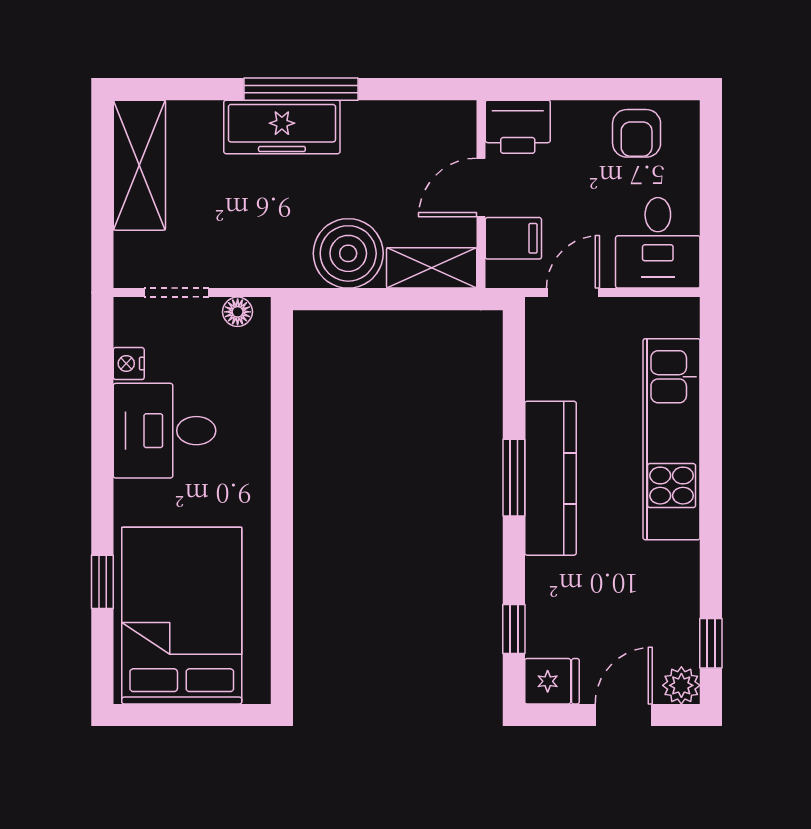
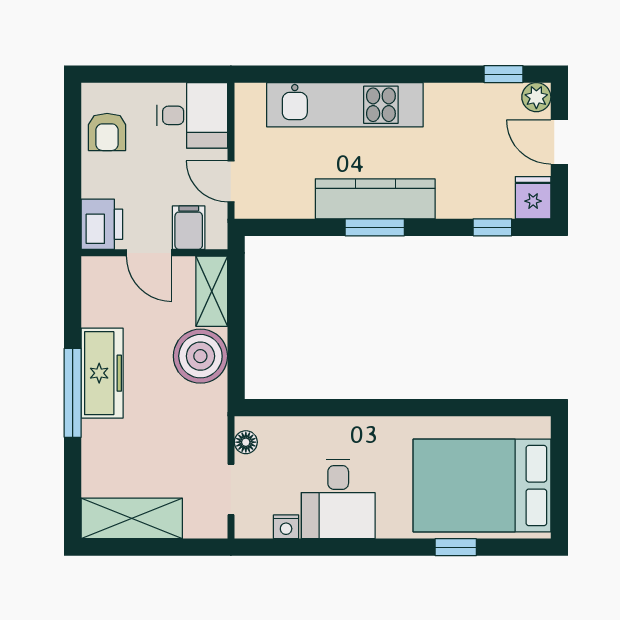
freezer: (282, 127) -> (102, 373), moved
armchair: (637, 133) -> (107, 132), turned 90

